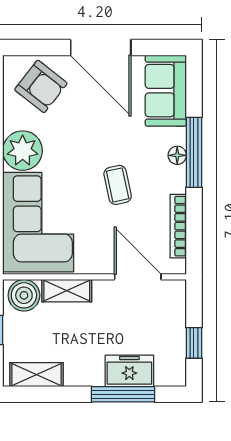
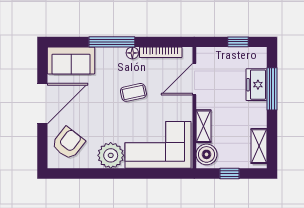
floor lamp: (177, 155) -> (132, 53), moved

